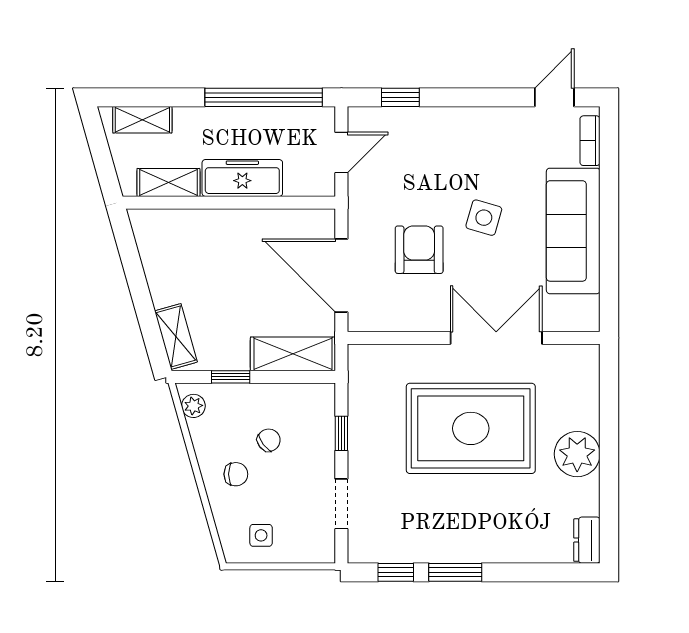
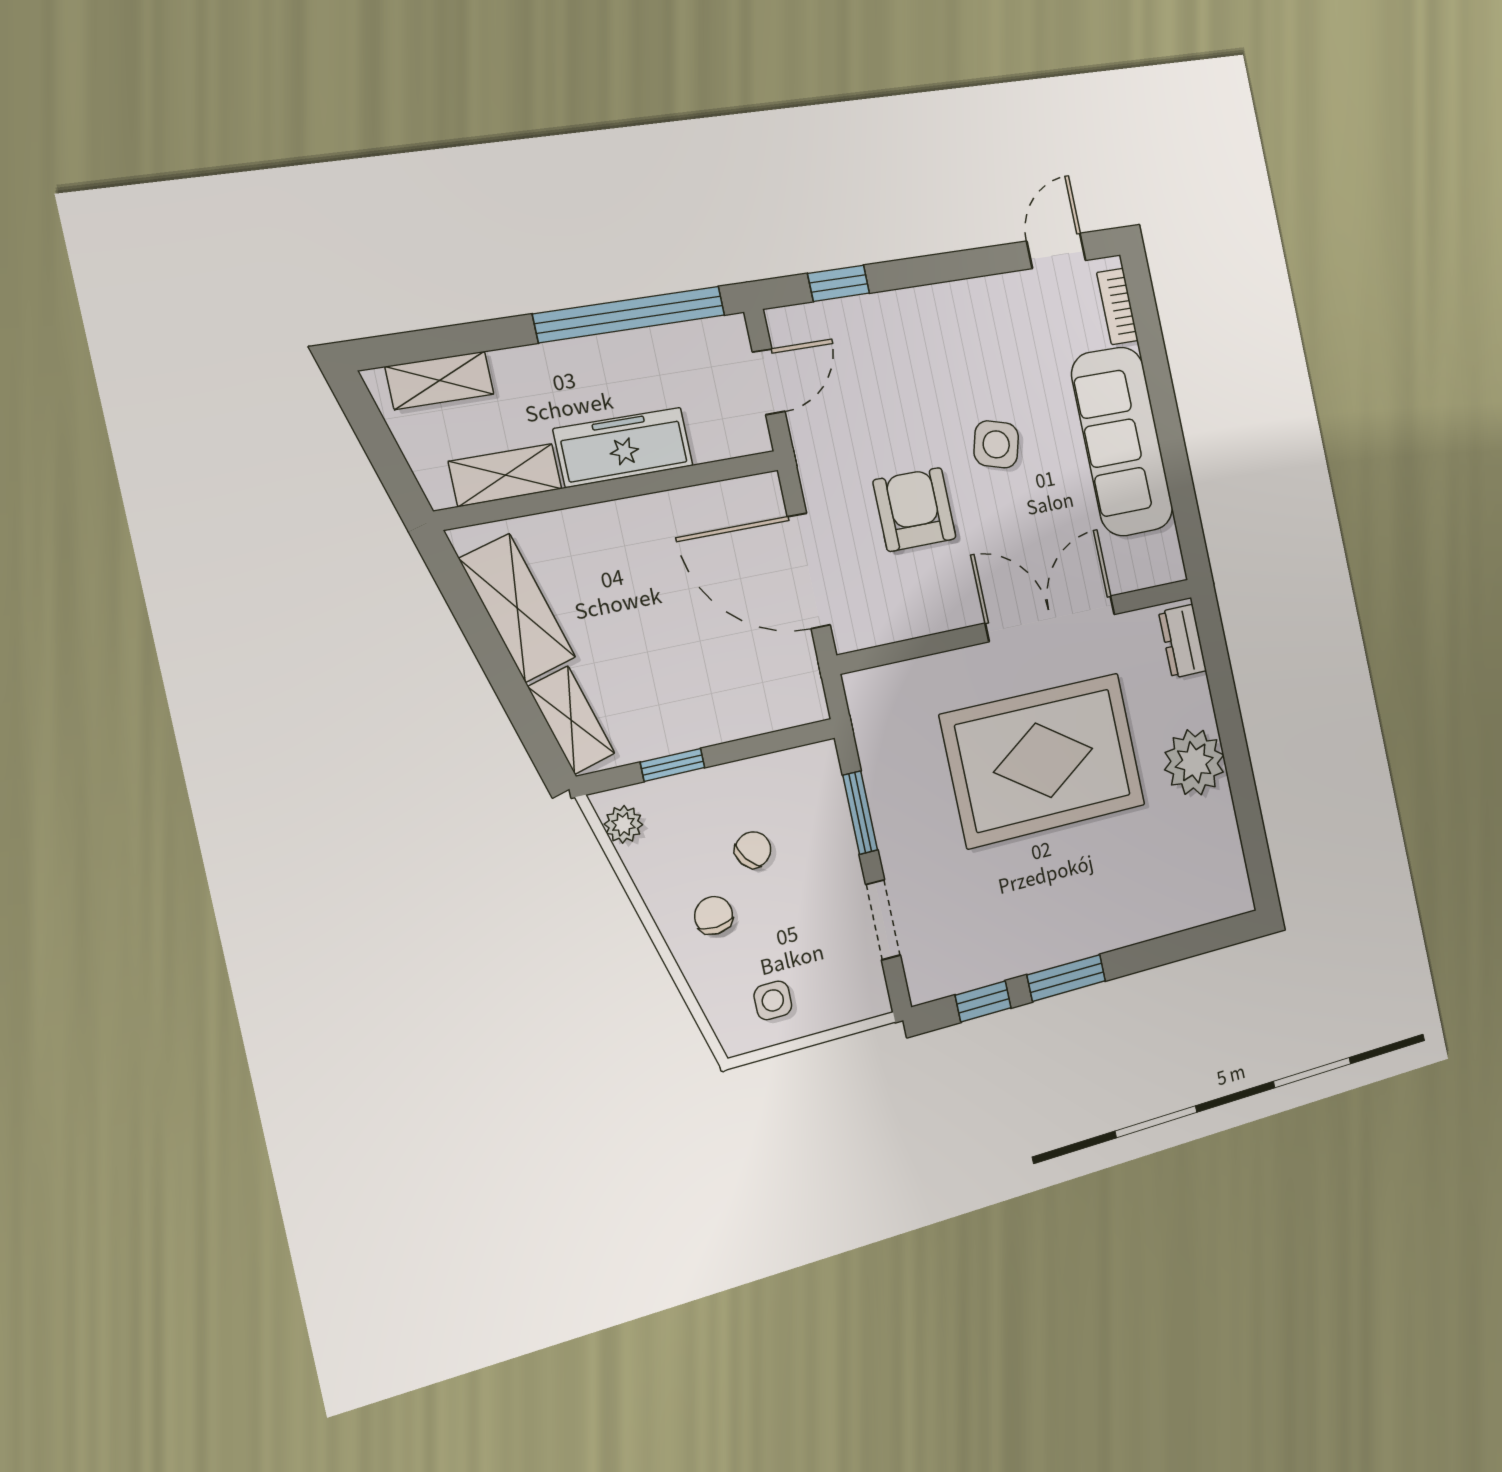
shelving: (293, 354) -> (517, 608), moved, turned 74
window: (341, 433) -> (860, 813), width x1.50
chair: (236, 474) -> (714, 915), turned -93
dresser: (587, 540) -> (1182, 641), moved

